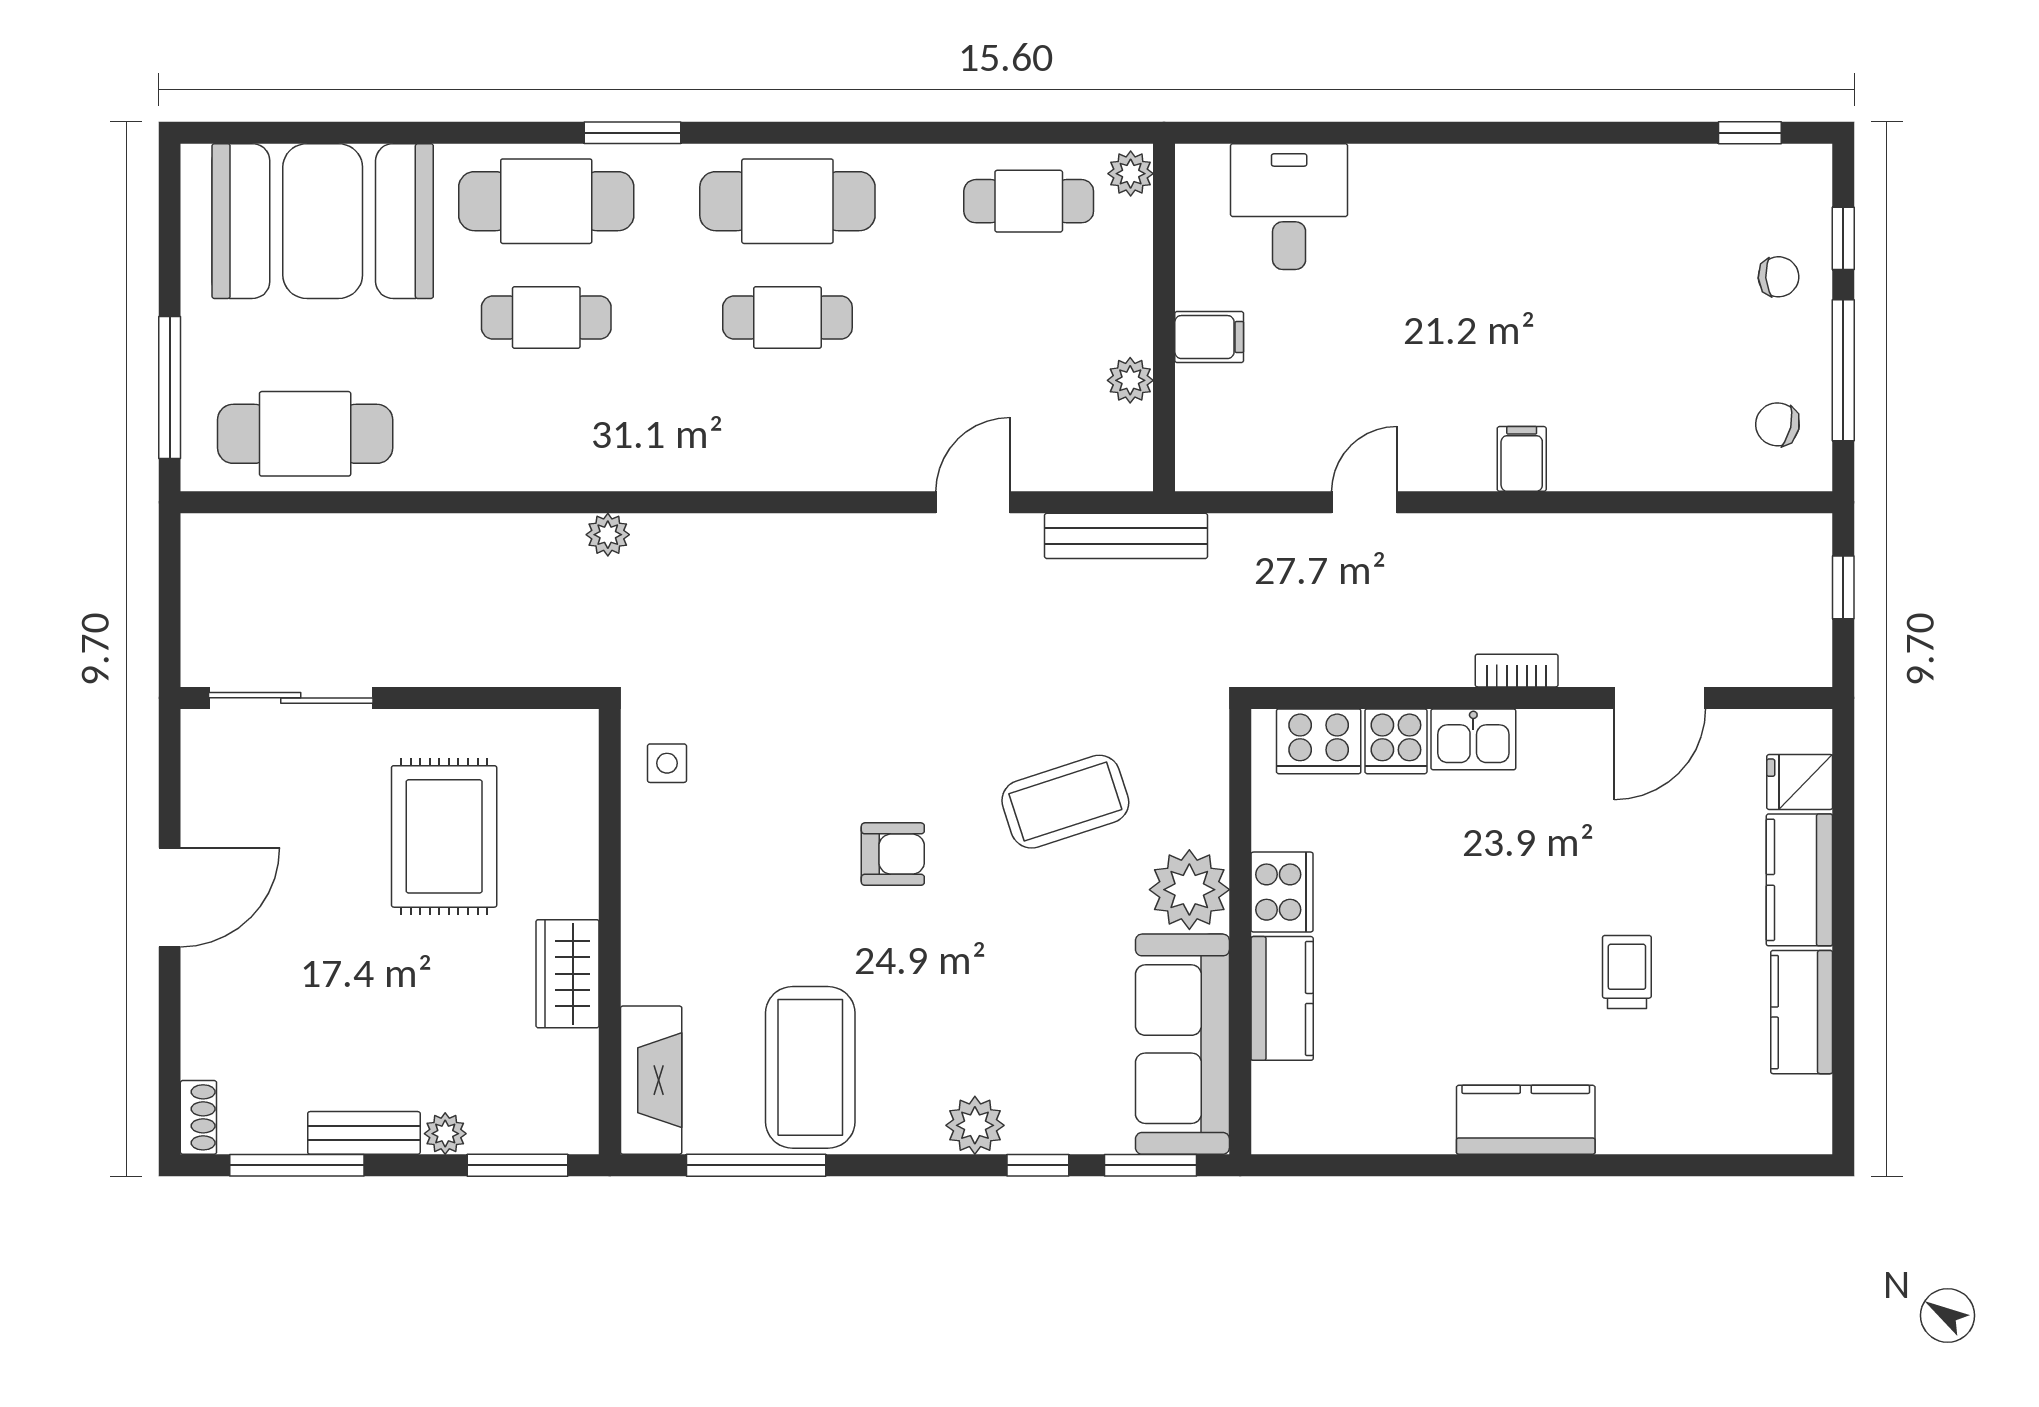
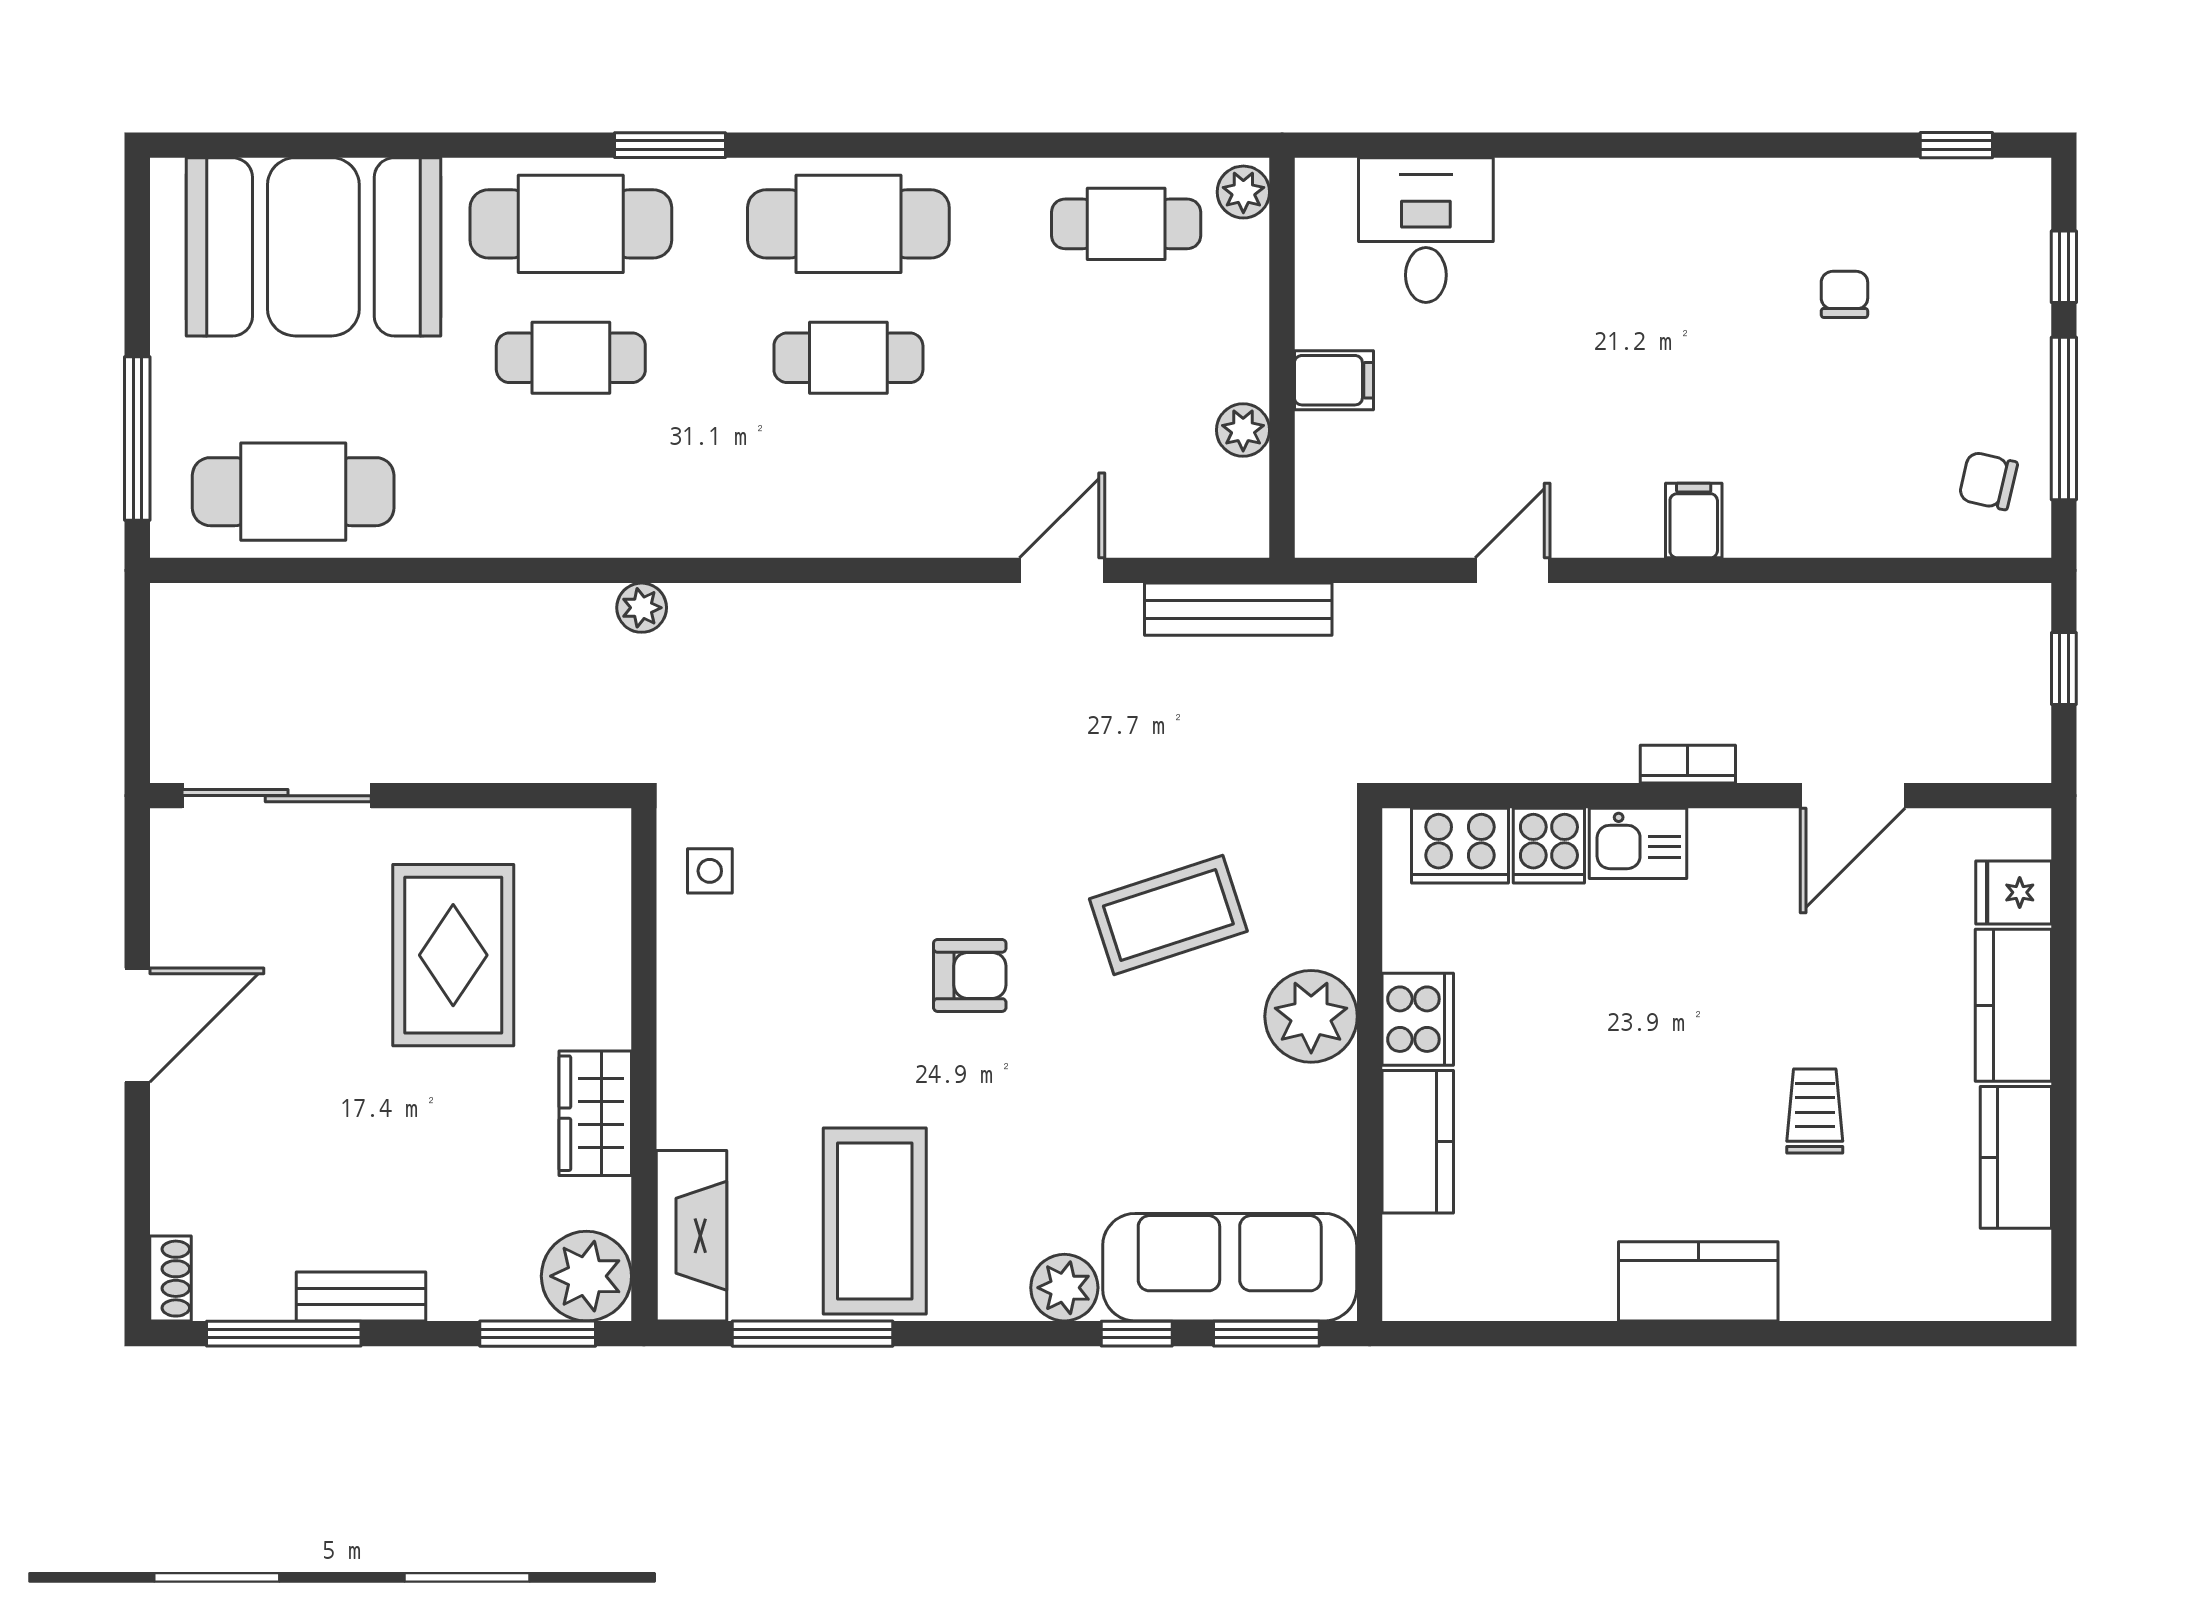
chair: (1779, 277) -> (1844, 294), moved, turned -86
sofa: (1182, 1044) -> (1230, 1267), moved, turned 90
plant: (445, 1134) -> (586, 1276), moved, width x1.87, depth x1.87

